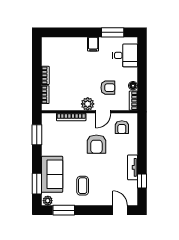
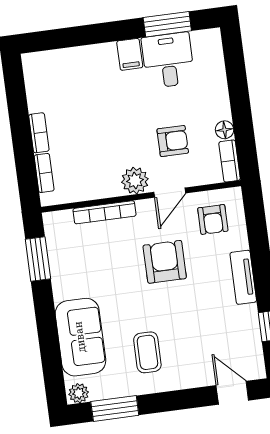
desk: (125, 55) -> (168, 60), moved, turned -90
armchair: (96, 144) -> (165, 262), turned 180
tv unit: (133, 167) -> (243, 277), moved
window: (37, 184) -> (51, 361), removed

